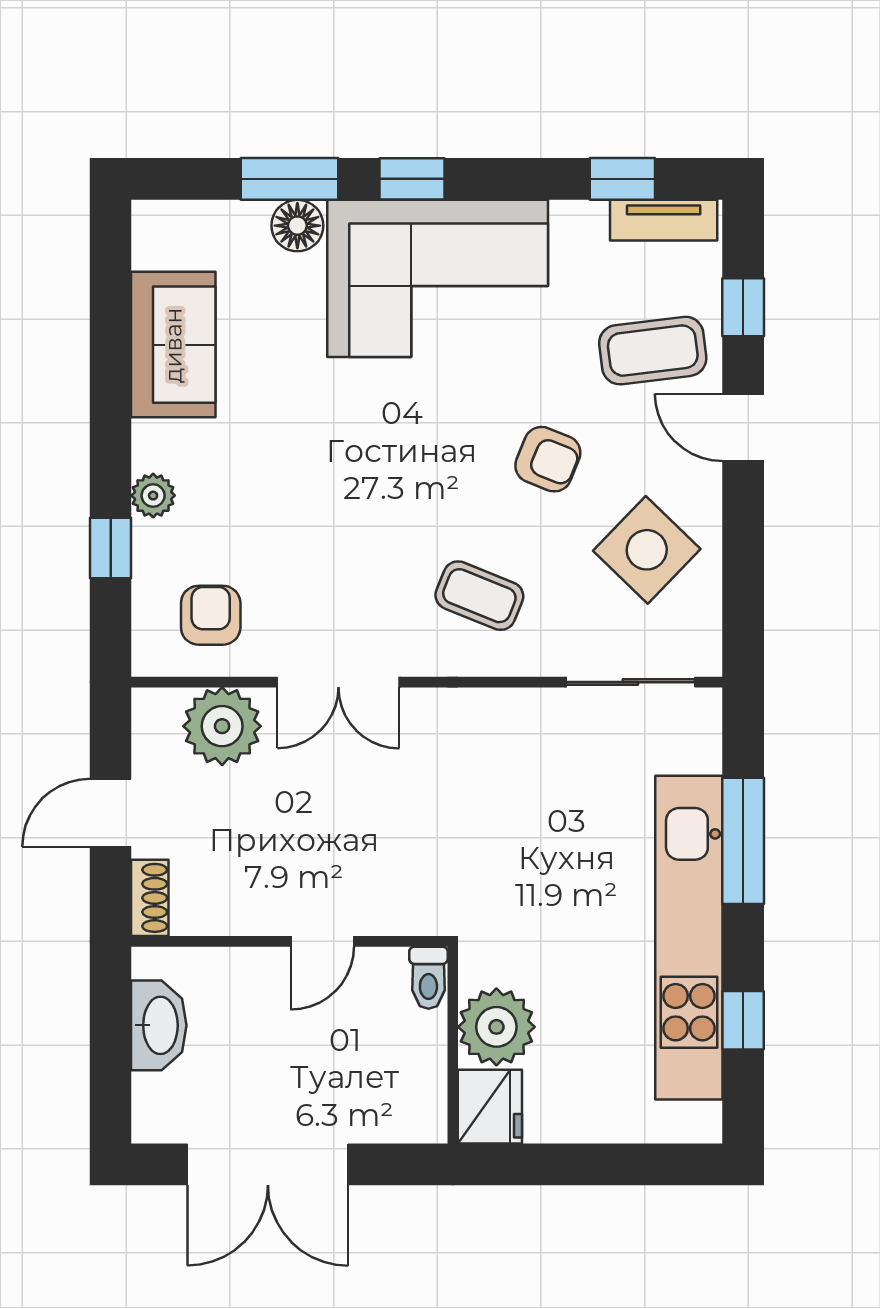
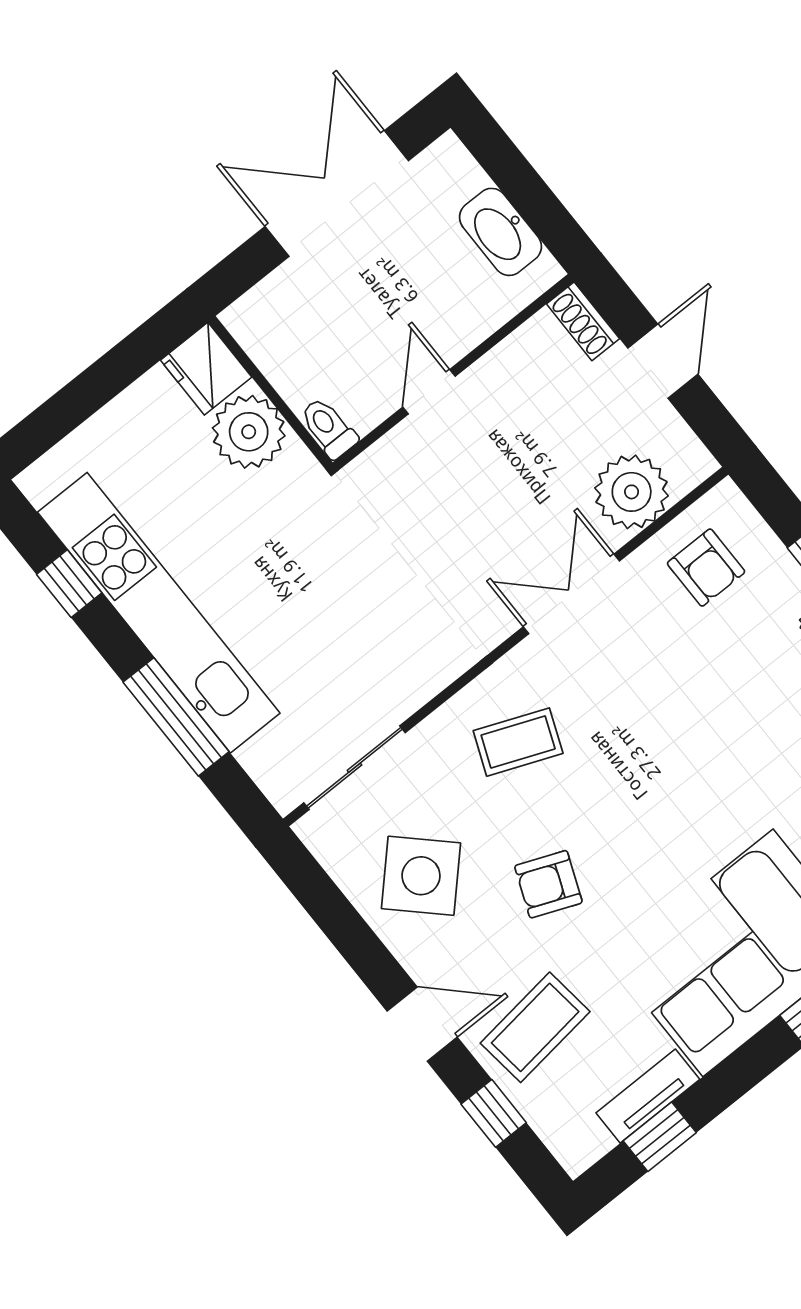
tv unit: (664, 220) -> (648, 1096), moved

